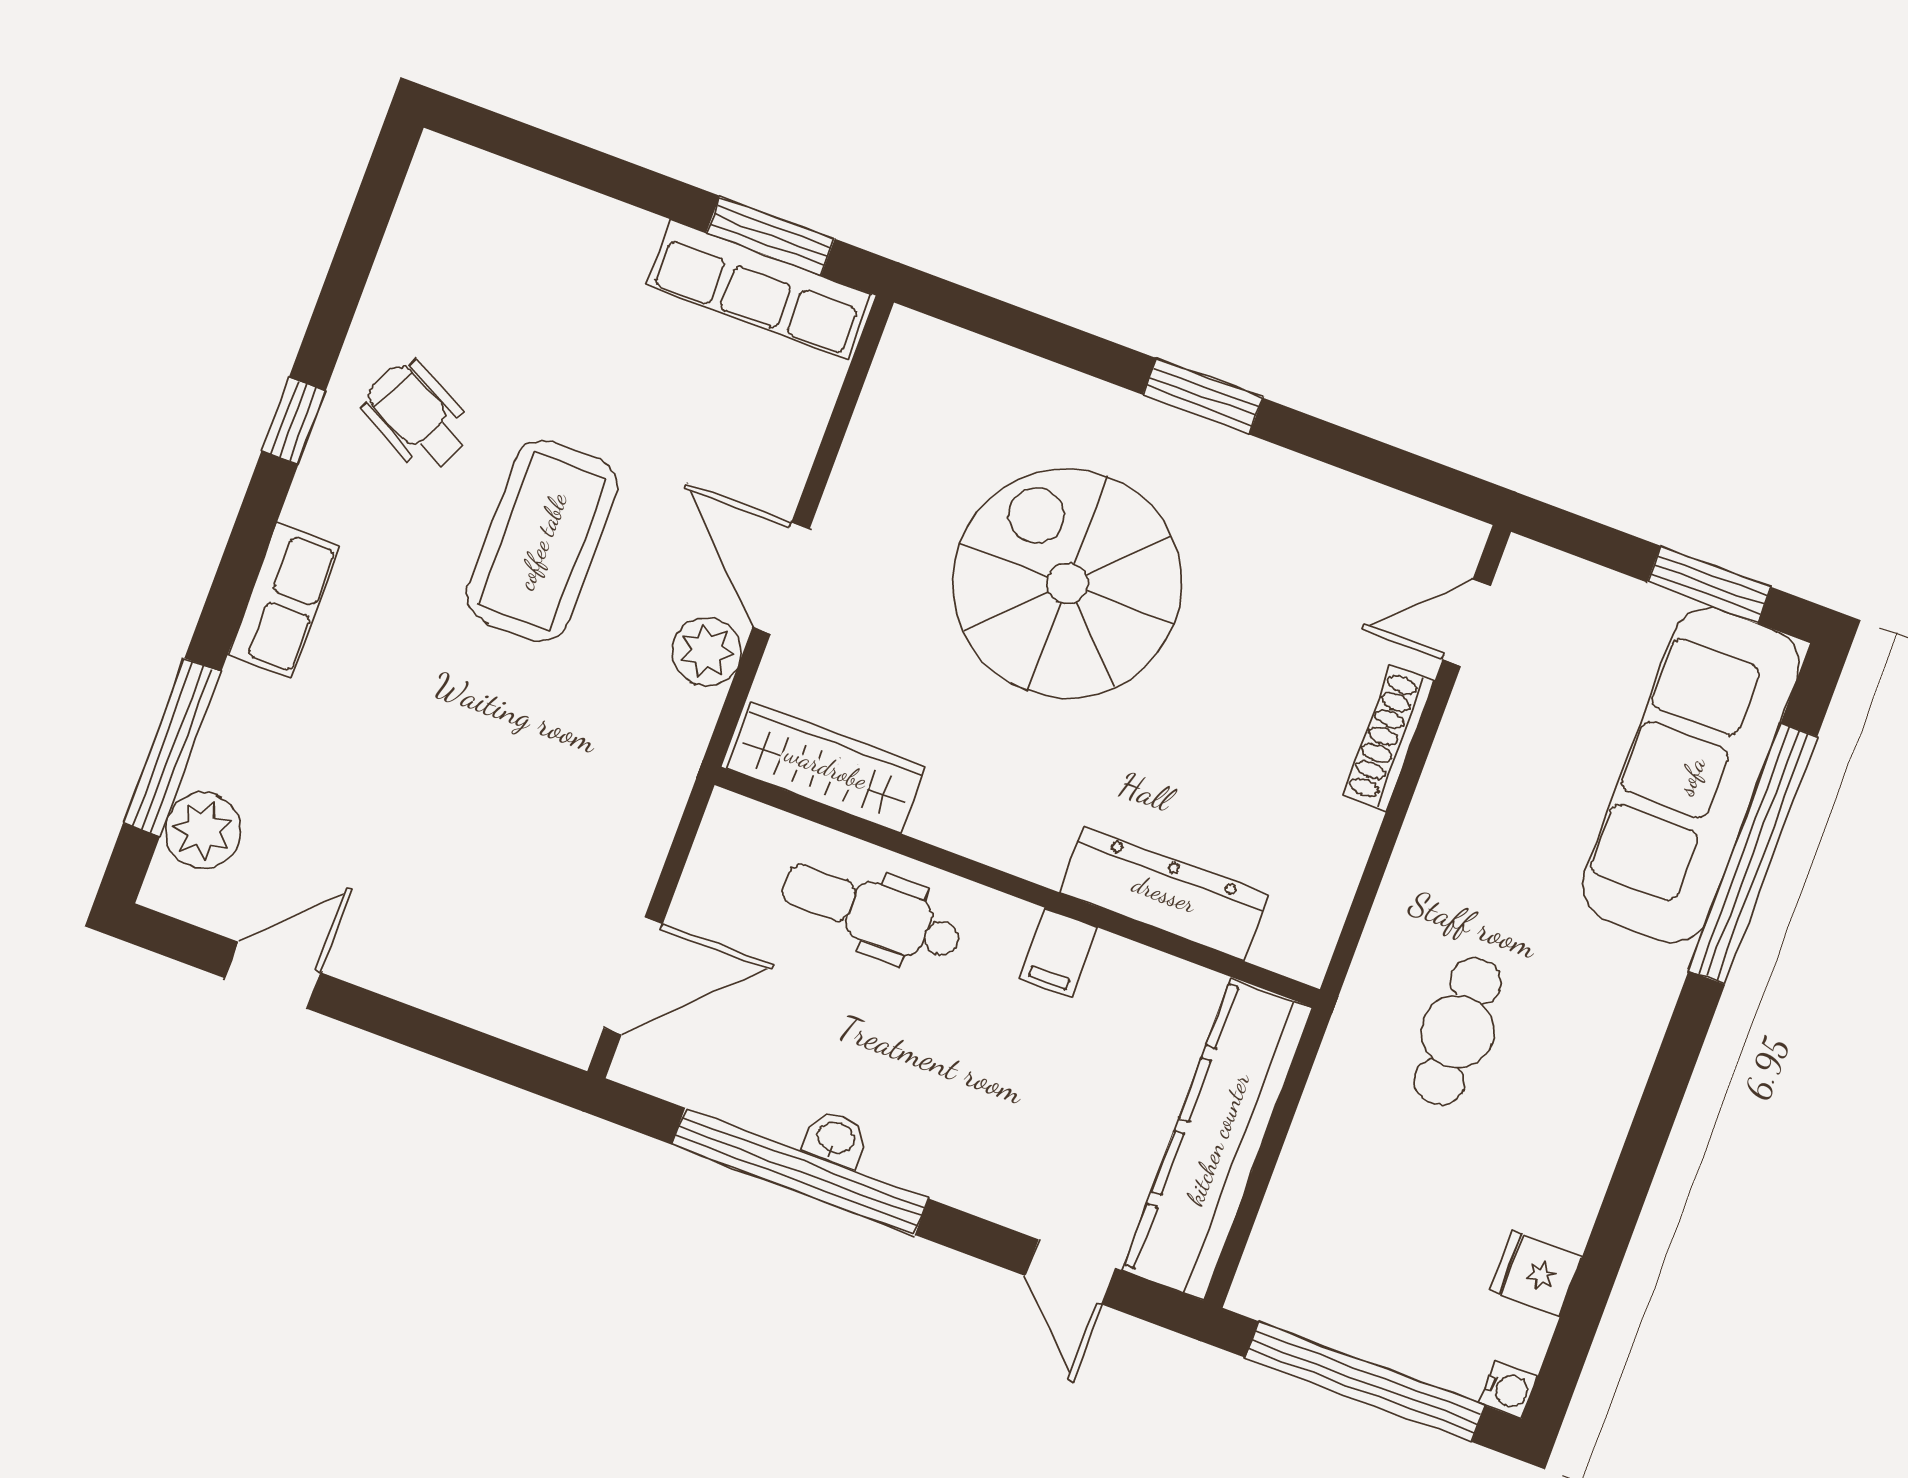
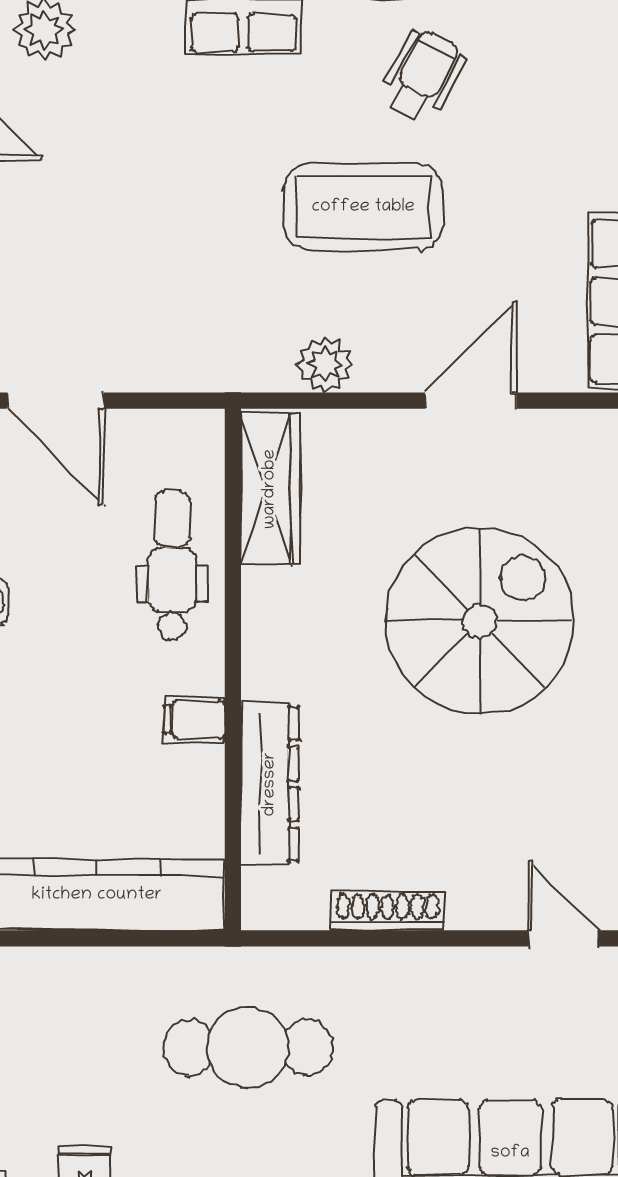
door: (781, 578) -> (471, 401), moved
shoe rack: (1388, 738) -> (388, 911), moved
cafe table: (1457, 1031) -> (248, 1047), width x1.37, depth x1.35

